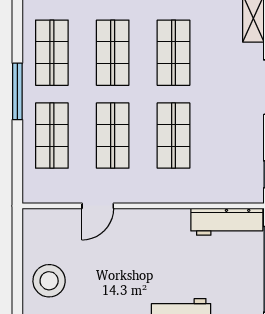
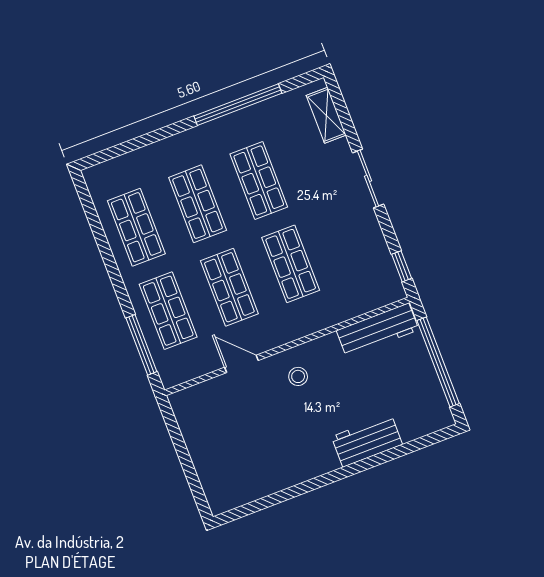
window: (17, 91) -> (141, 345), moved
door: (98, 206) -> (241, 364), swing flipped
stool: (49, 281) -> (298, 376), moved, width x0.53, depth x0.53

